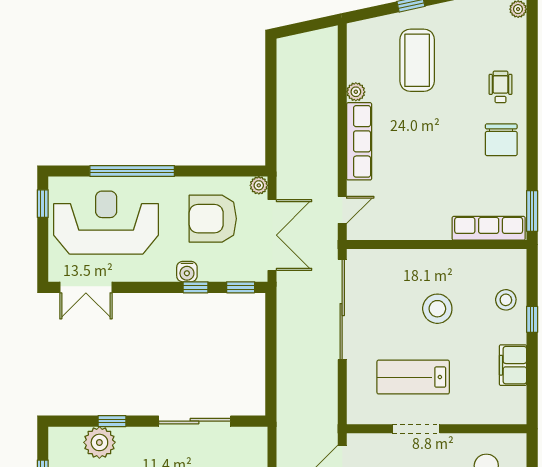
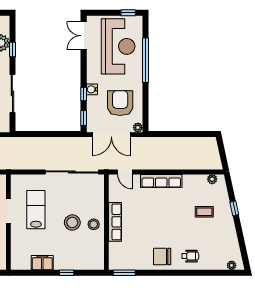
coffee table: (417, 60) -> (204, 212), width x0.54, depth x0.58
plant: (356, 92) -> (212, 179), moved
row of seats: (489, 228) -> (115, 222), moved
stool: (506, 300) -> (94, 224), moved

